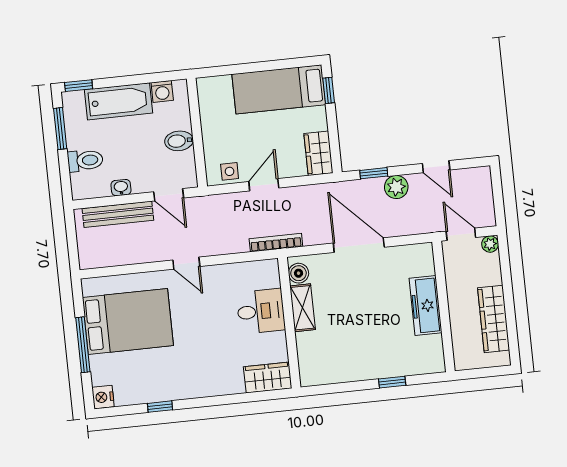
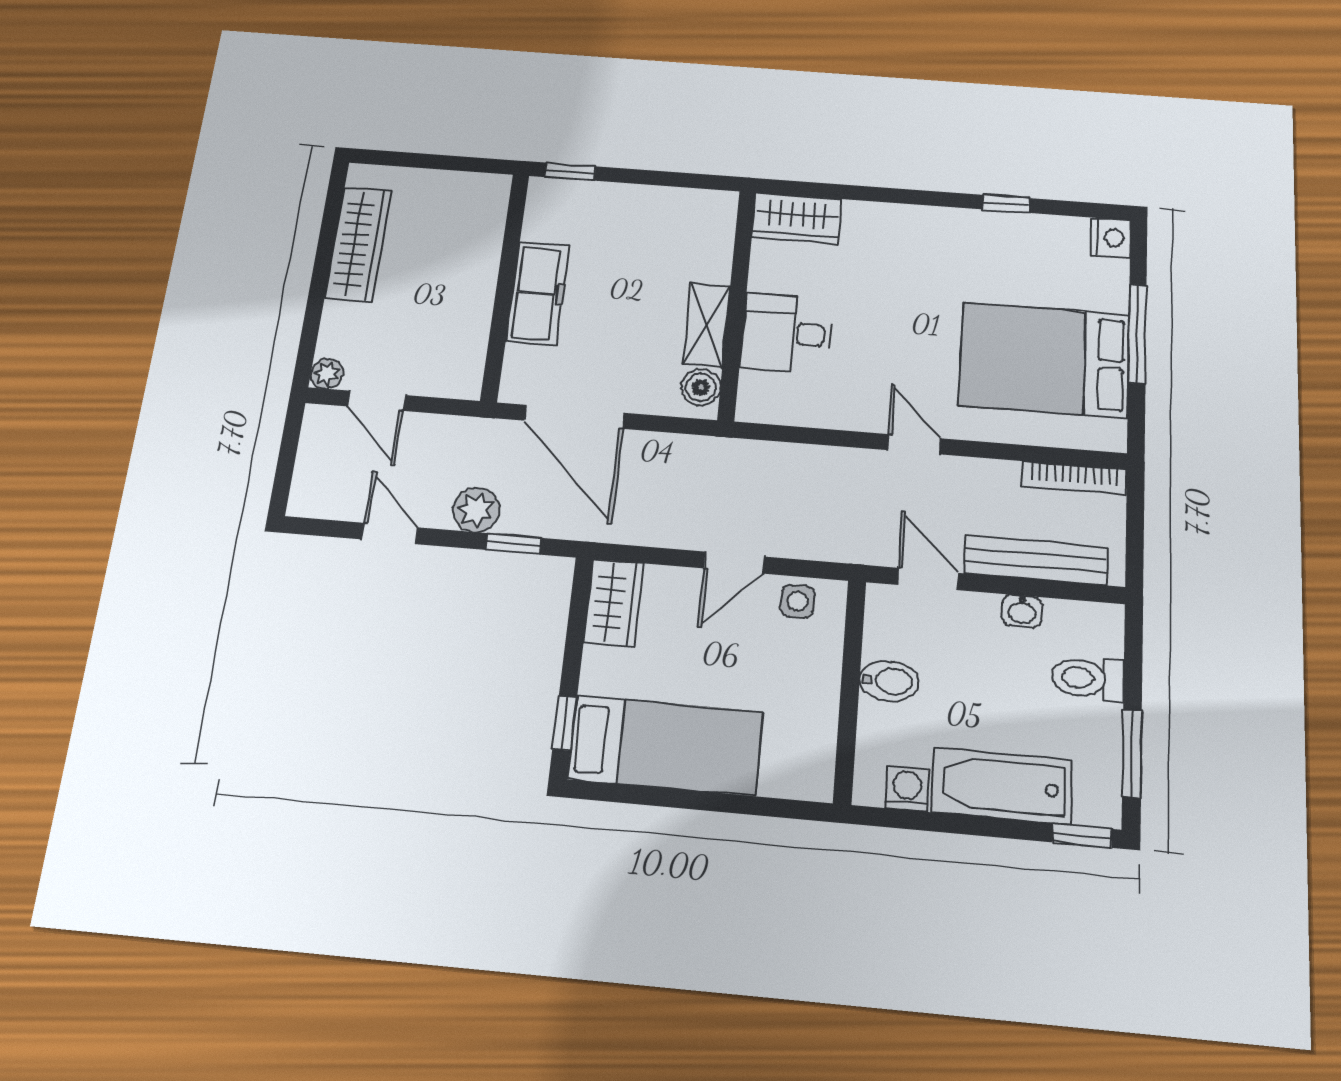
bookcase: (276, 243) -> (1074, 478), moved
freezer: (426, 306) -> (538, 293), moved
wall: (444, 306) -> (505, 286), moved

